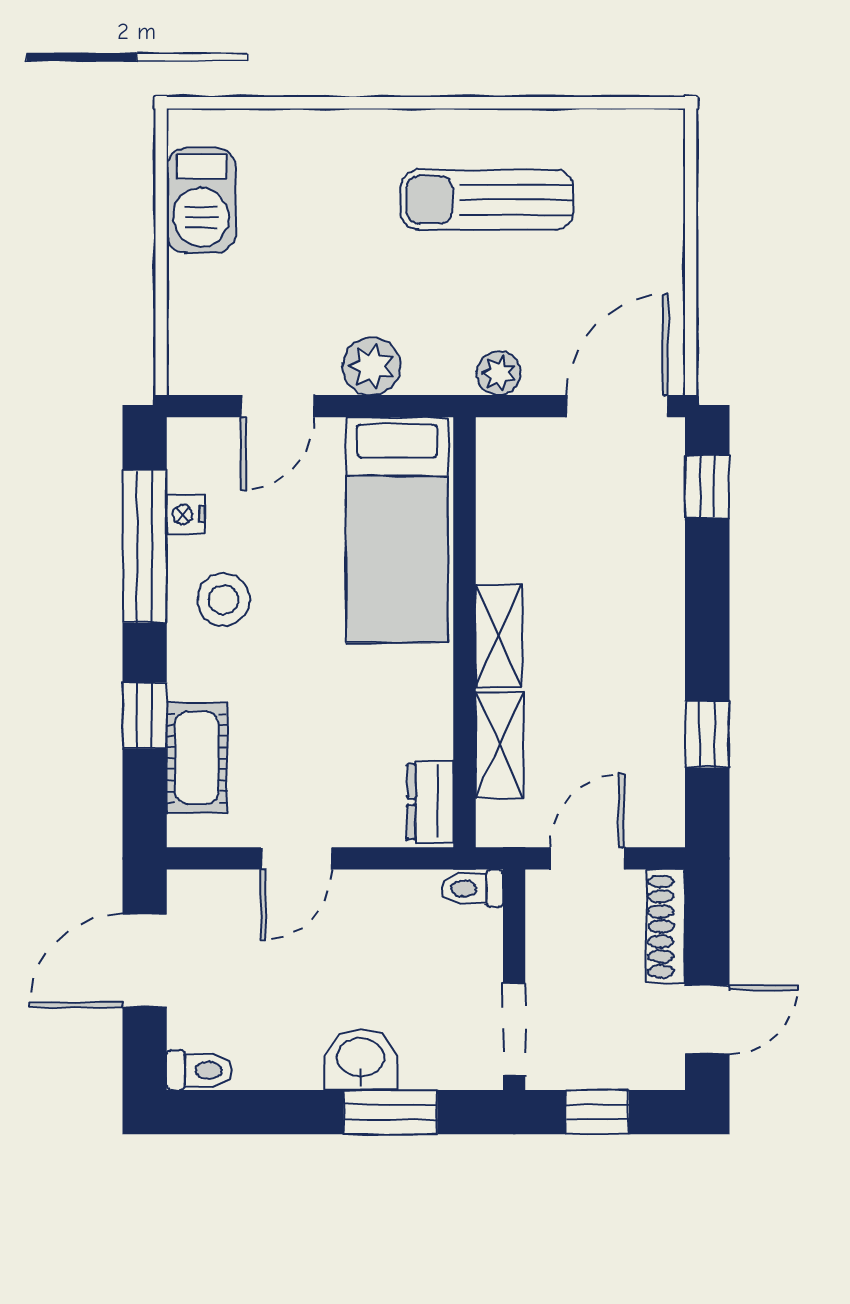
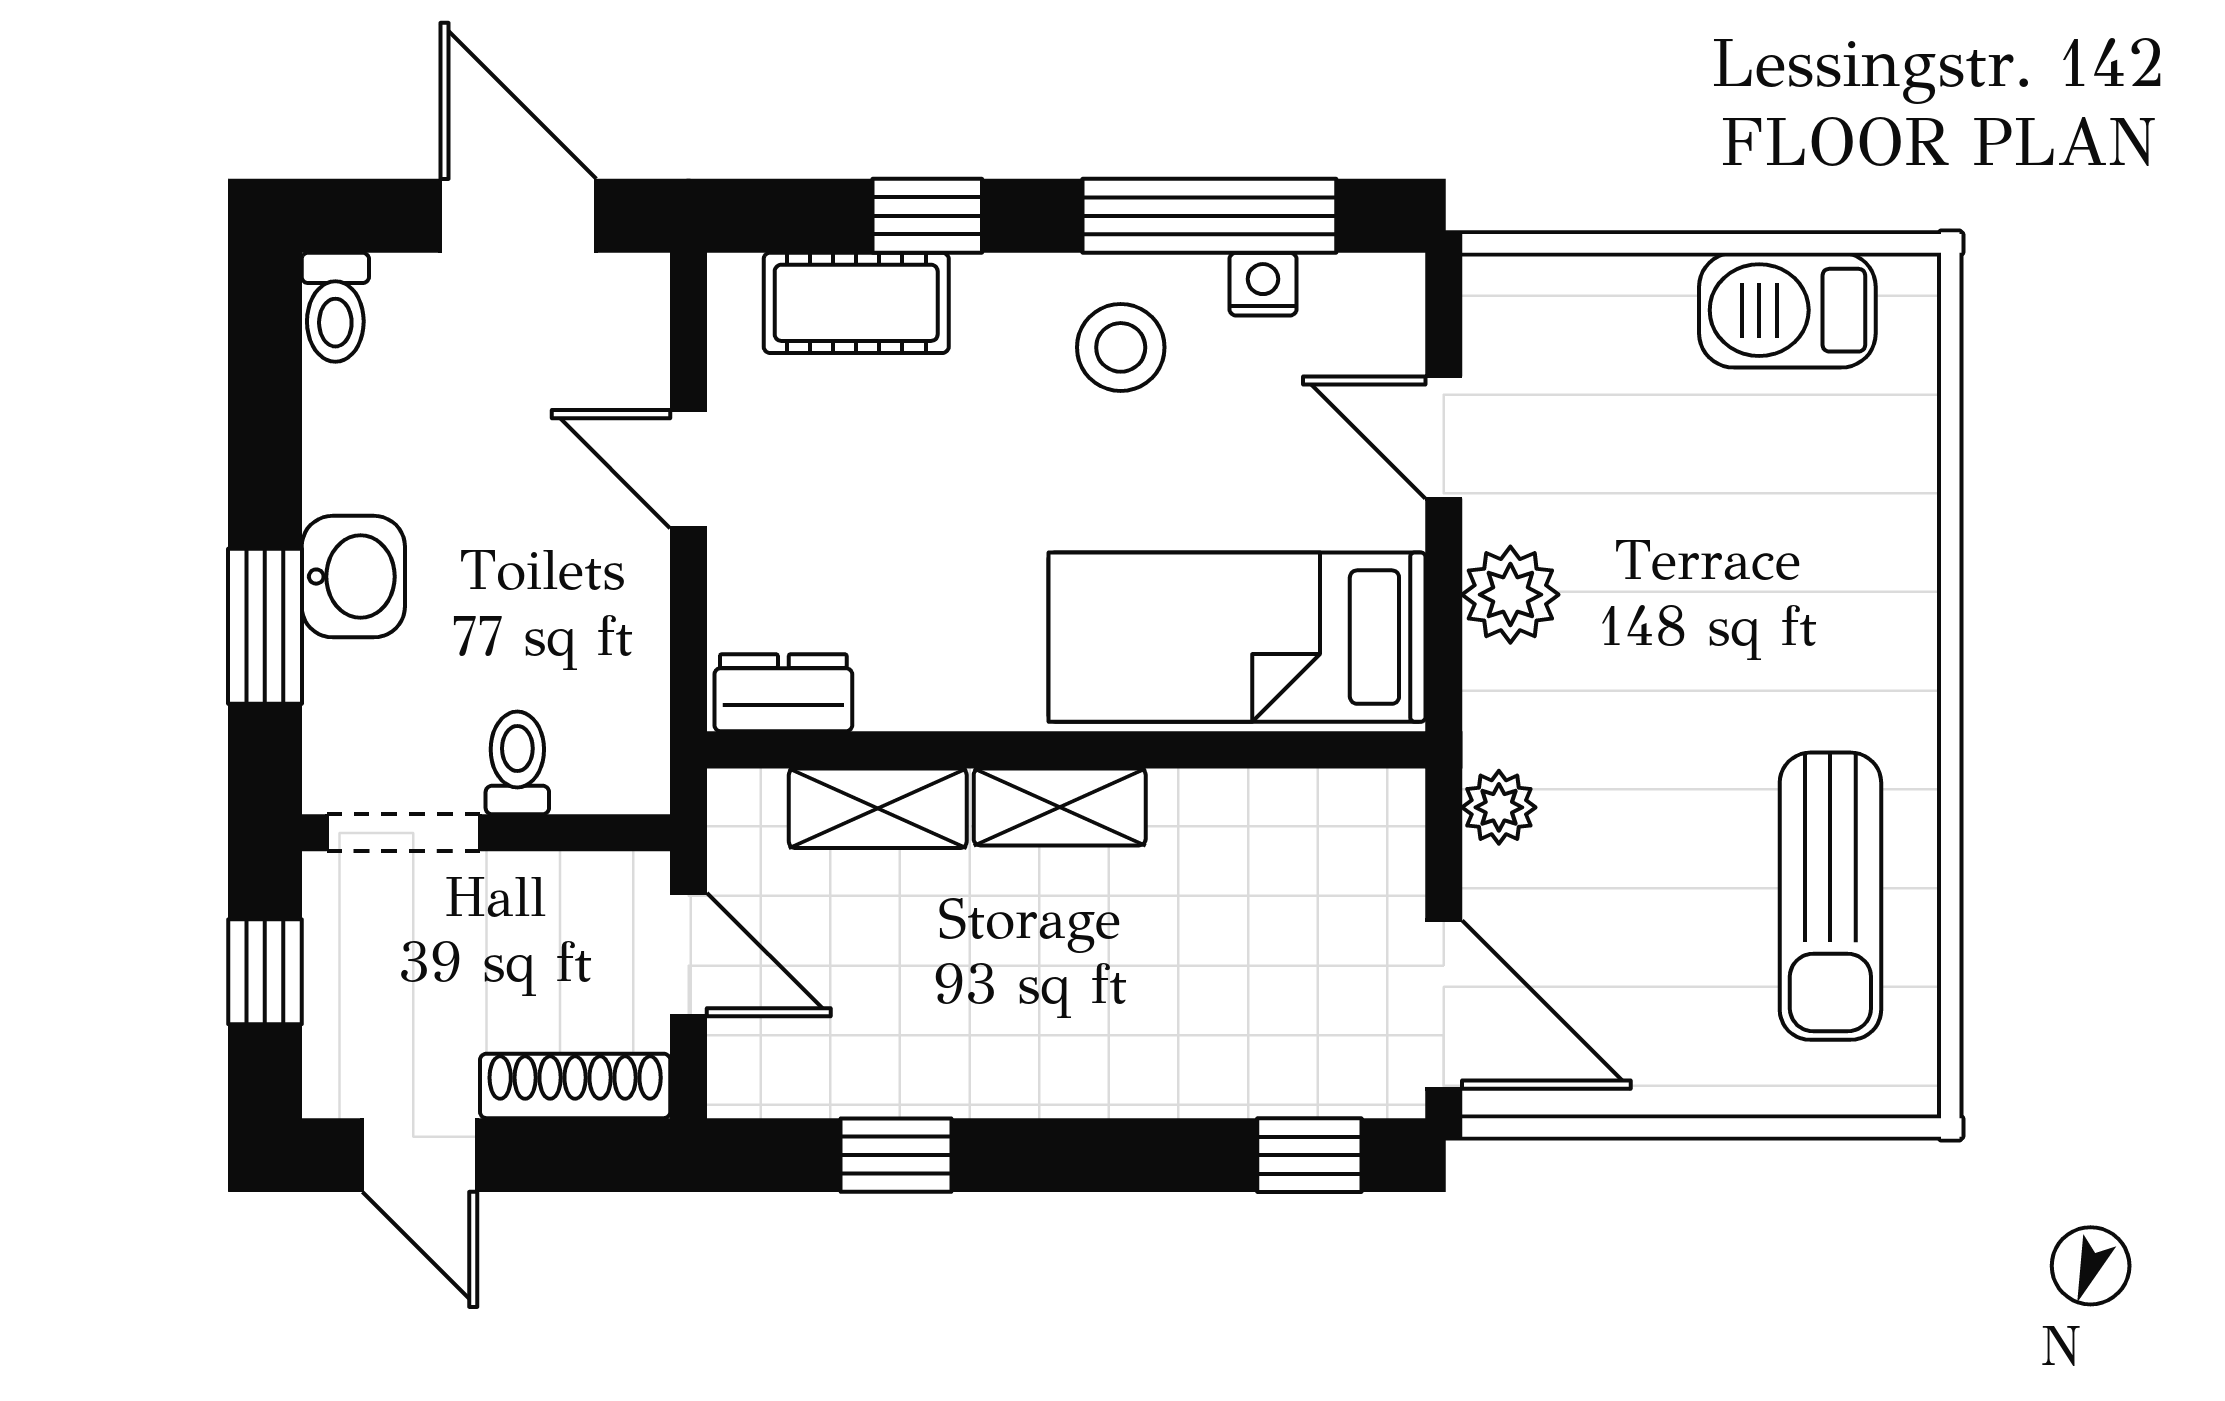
sun lounger: (487, 200) -> (1830, 896), moved, turned 180
toilet: (472, 888) -> (517, 763), moved

